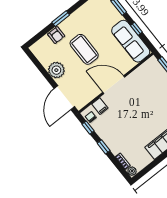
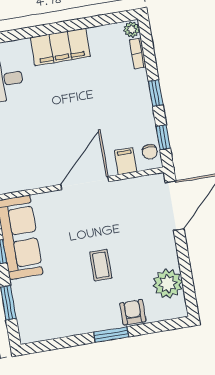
coffee table: (84, 49) -> (101, 265), width x0.54, depth x0.58
plant: (56, 70) -> (168, 284), moved
door: (114, 85) -> (85, 183), swing flipped

